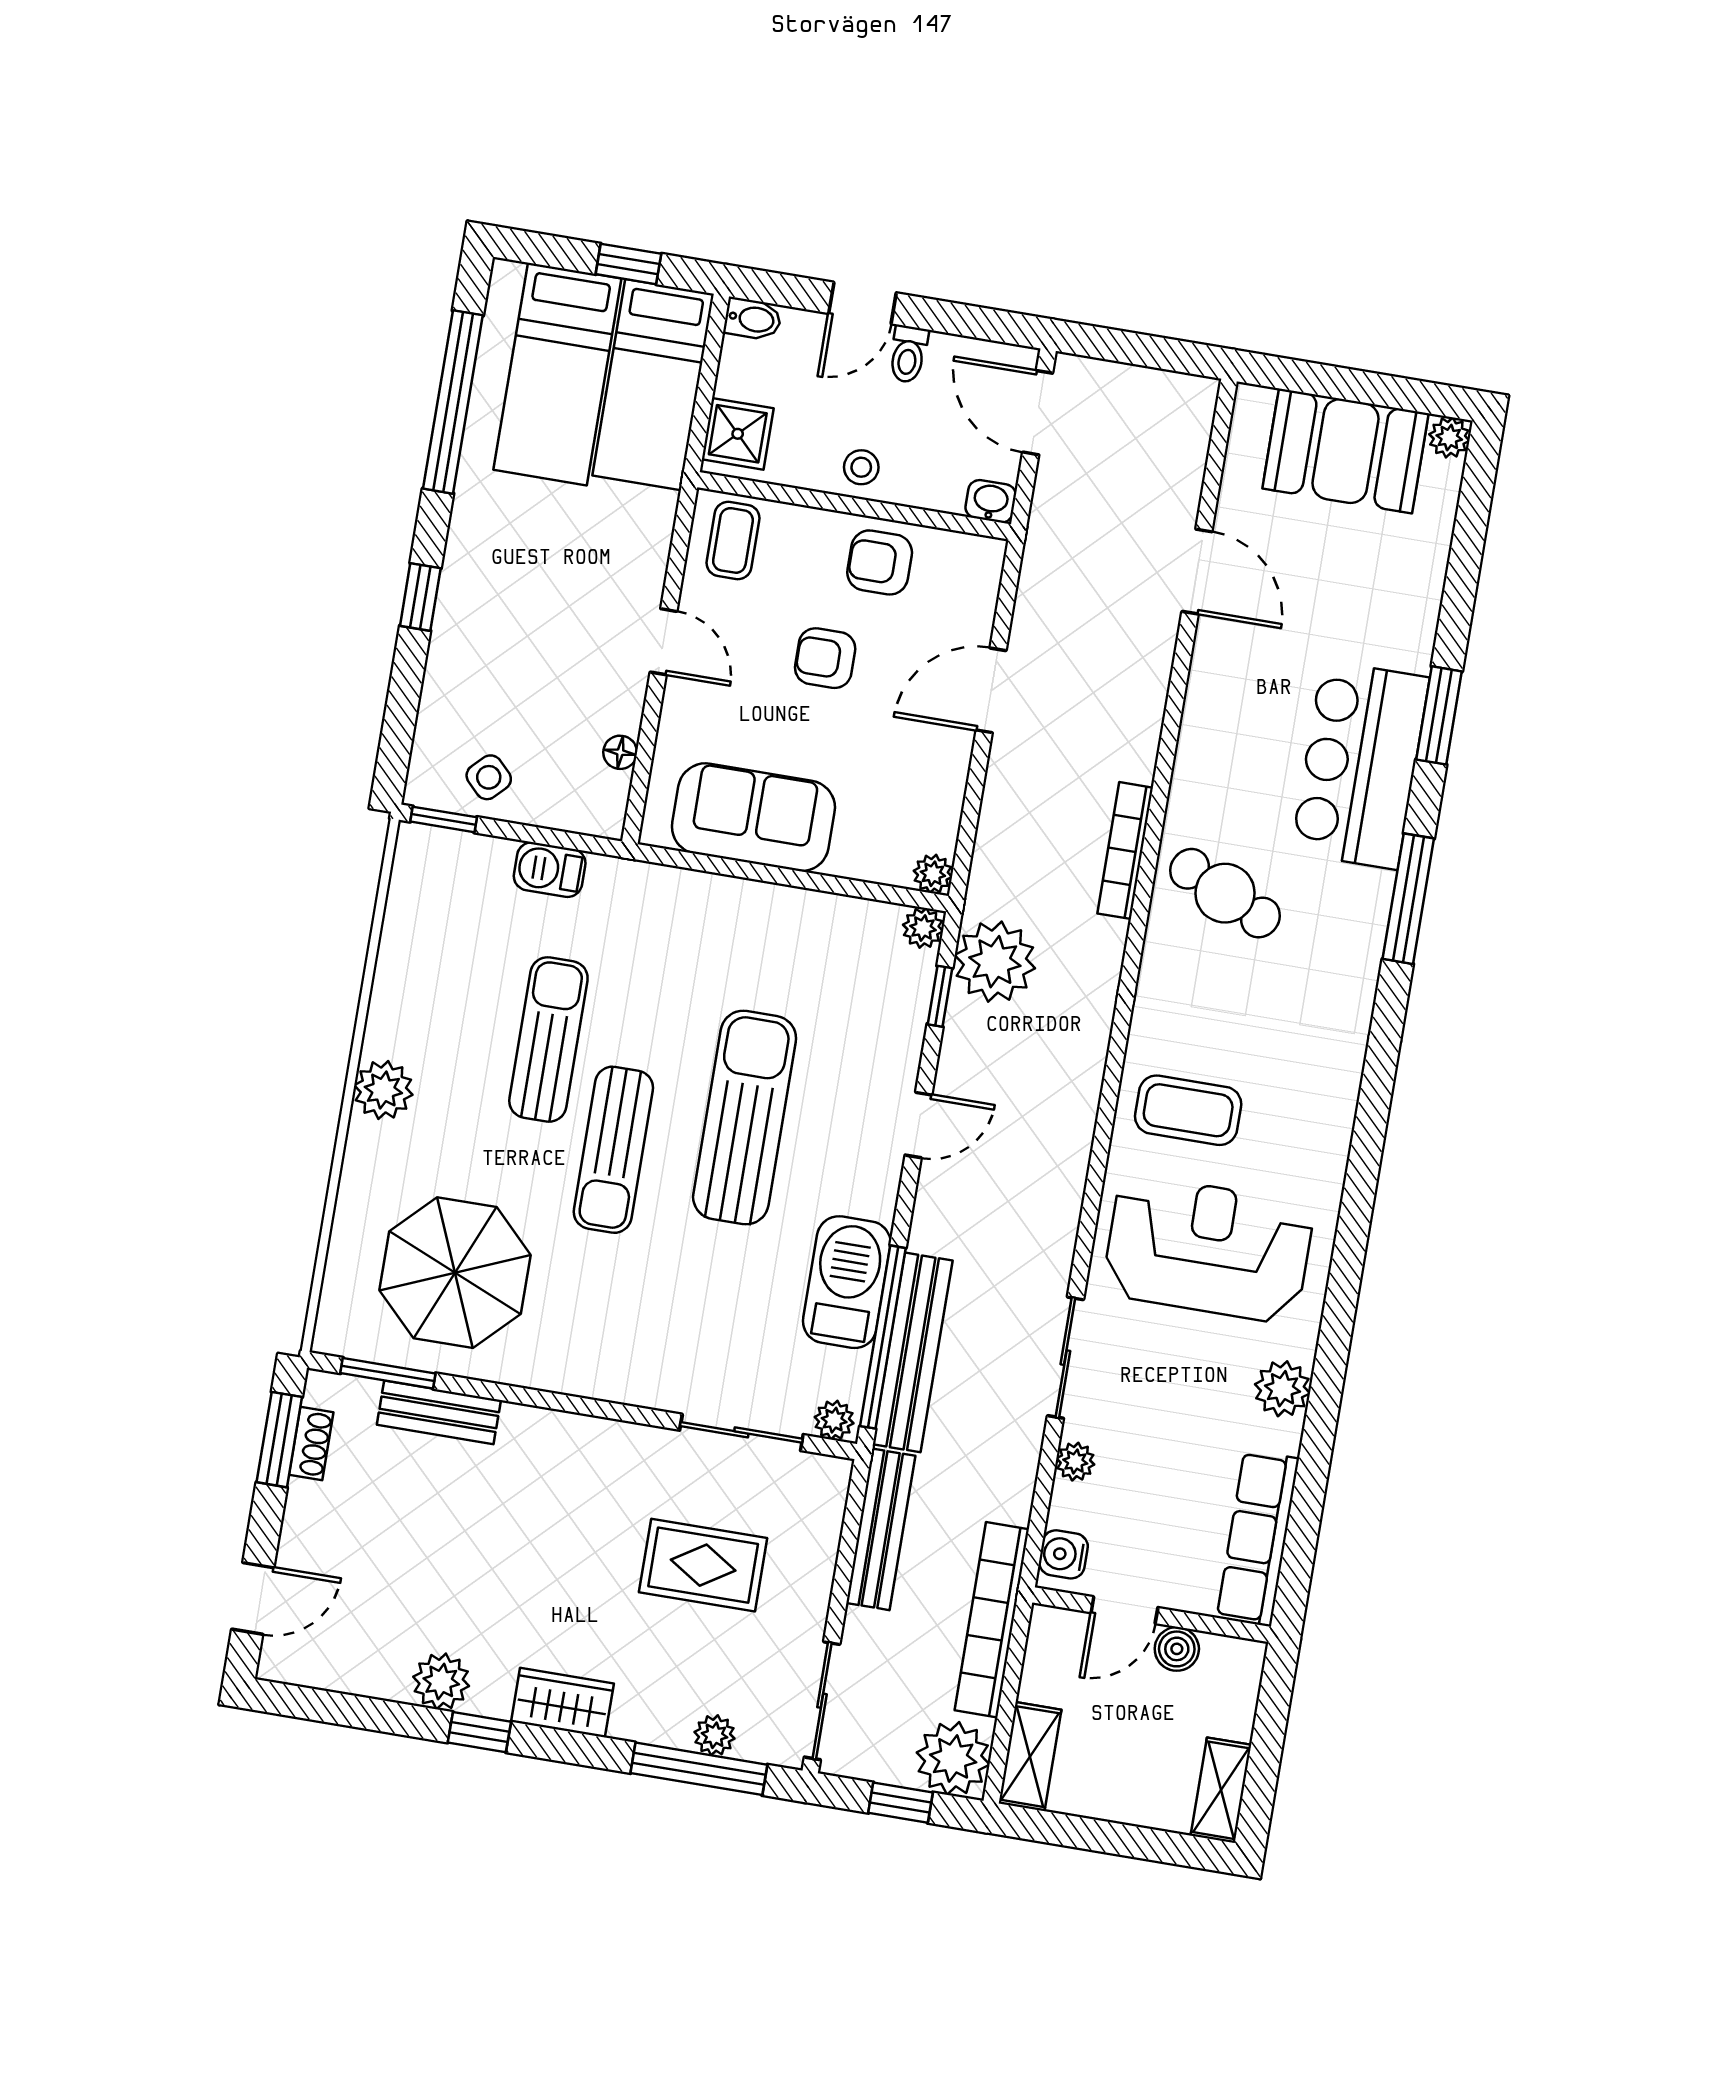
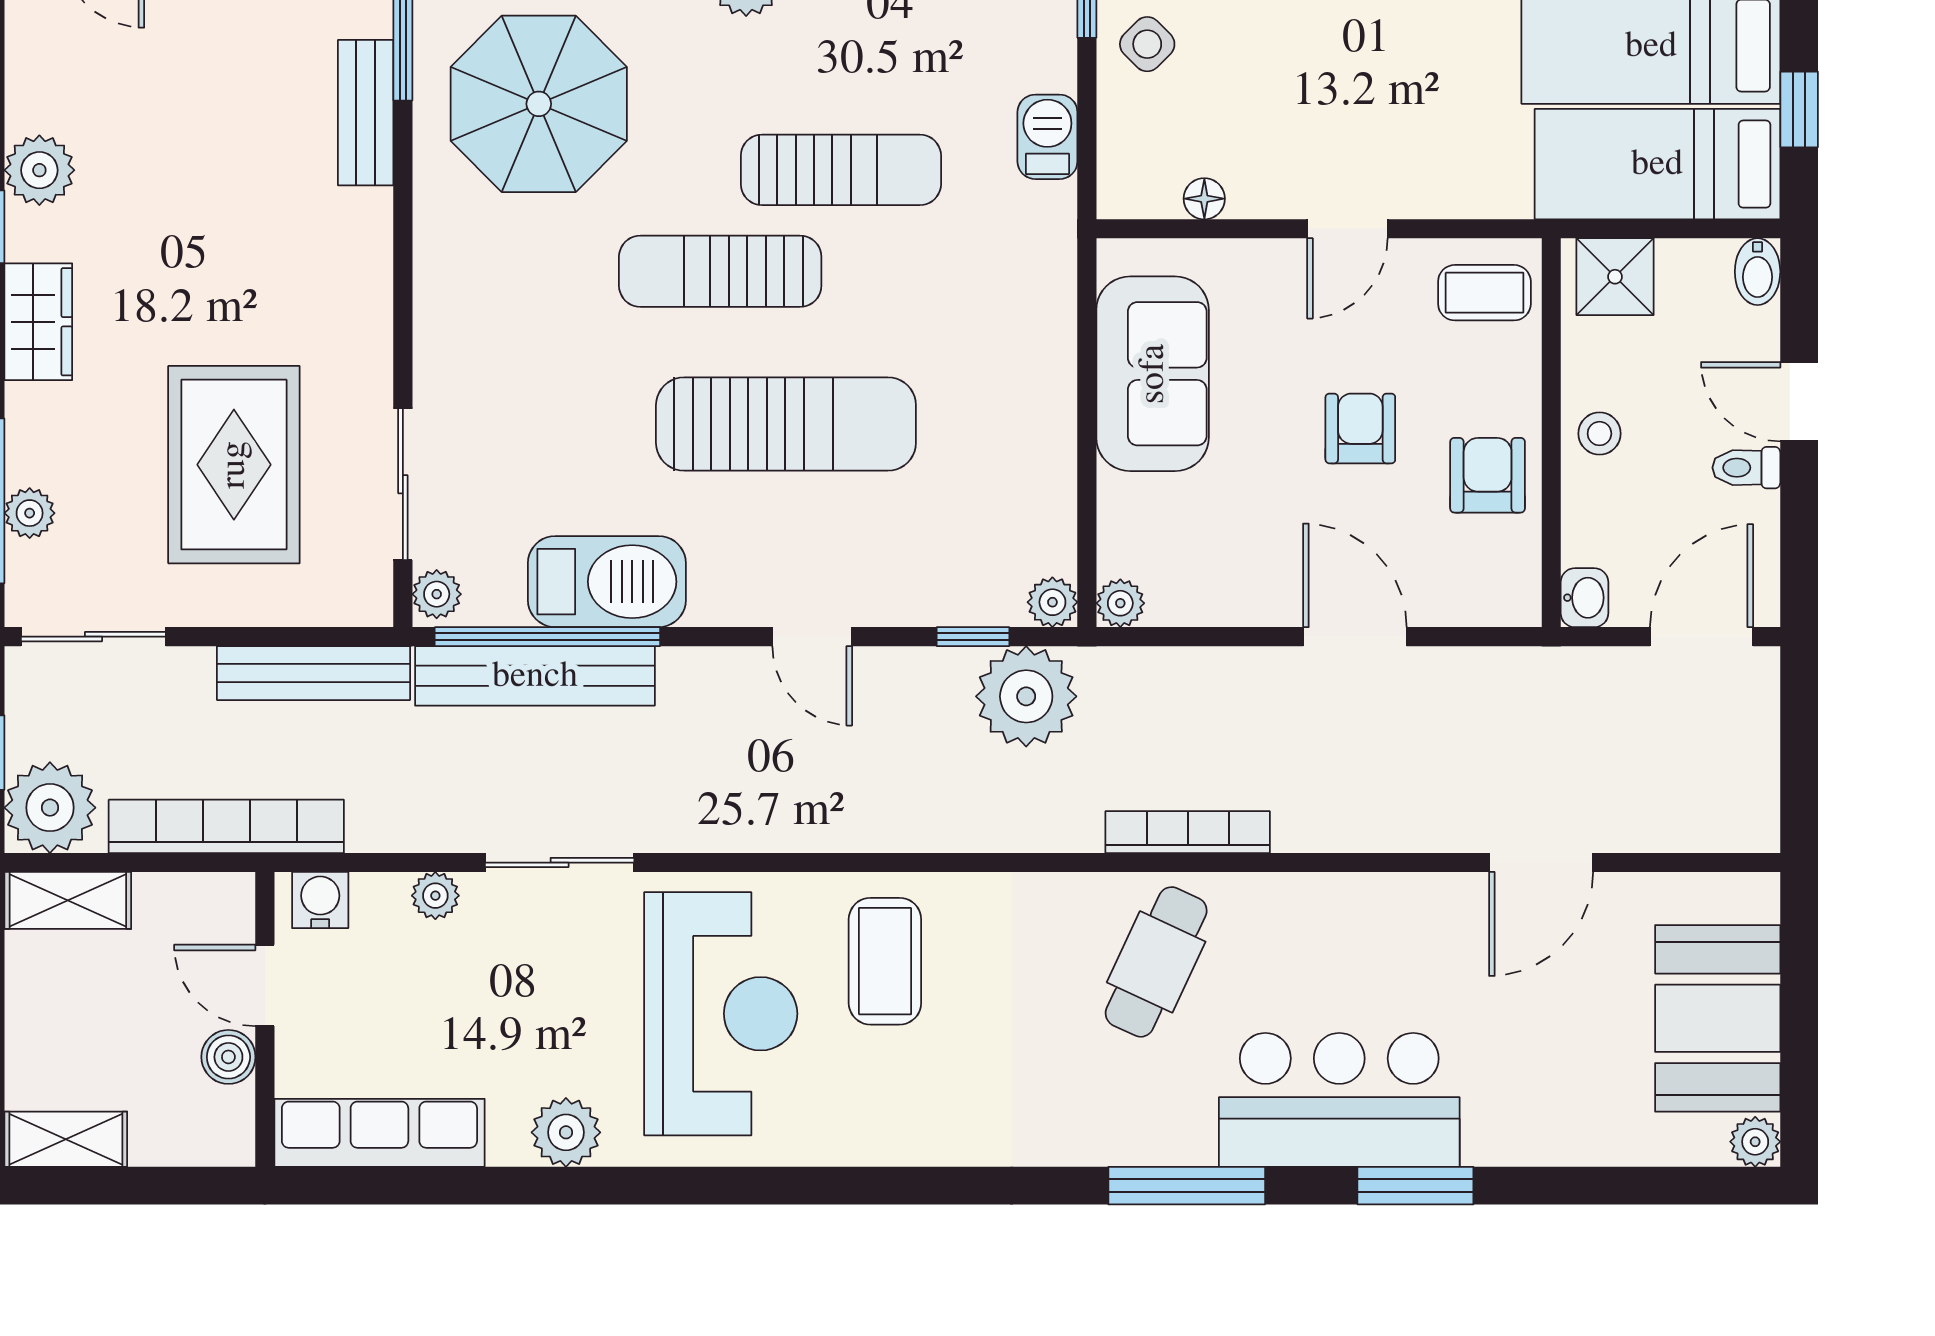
rug: (703, 1565) -> (234, 465), width x1.36, depth x1.43

